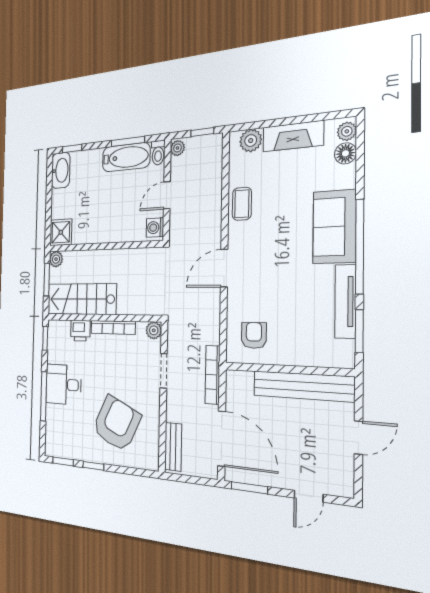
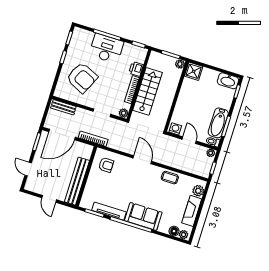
stairs: (81, 299) -> (147, 91), moved
desk: (63, 384) -> (106, 49), width x1.37

